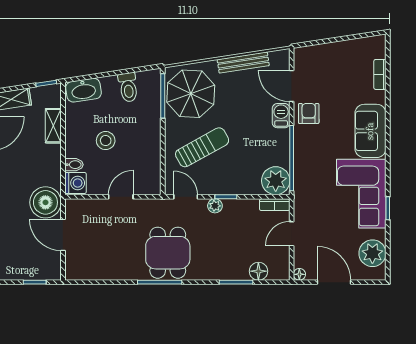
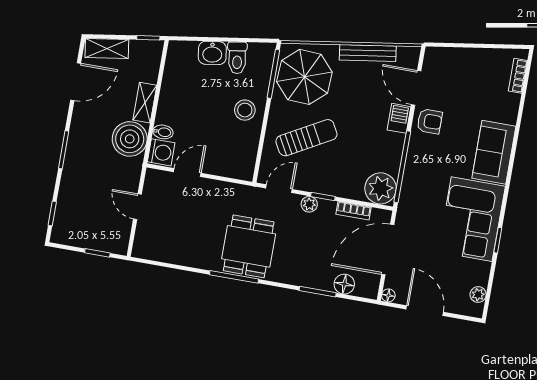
bookcase: (380, 74) -> (518, 76), moved
washbasin: (84, 90) -> (212, 53), moved, width x0.72
armchair: (309, 113) -> (430, 121), turned 90
shelving: (53, 126) -> (145, 103), moved
stool: (106, 141) -> (245, 110), moved
door: (121, 197) -> (187, 173), moved
door: (186, 197) -> (279, 189), hinge flipped
boiler: (45, 202) -> (130, 139), moved
bookcase: (275, 205) -> (354, 211), moved
door: (292, 234) -> (388, 250), width x1.87
door: (63, 235) -> (137, 207), width x0.73
plant: (372, 253) -> (478, 295), width x0.53, depth x0.53

